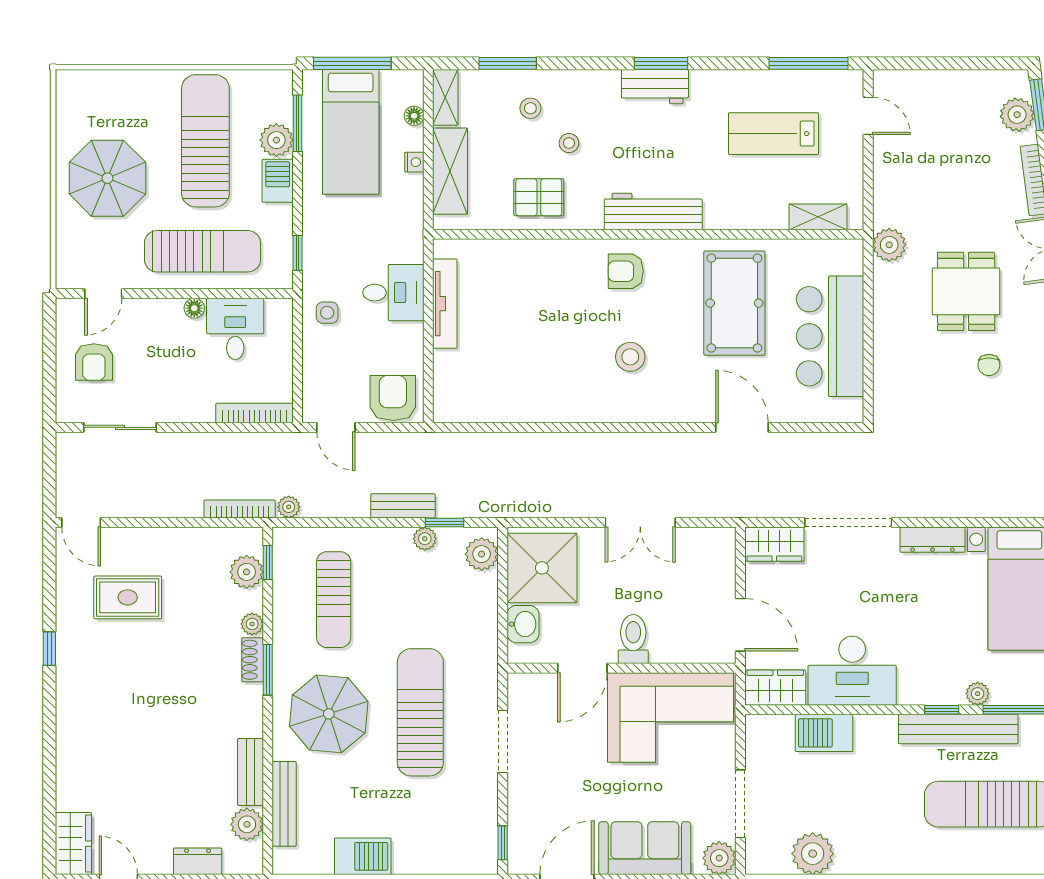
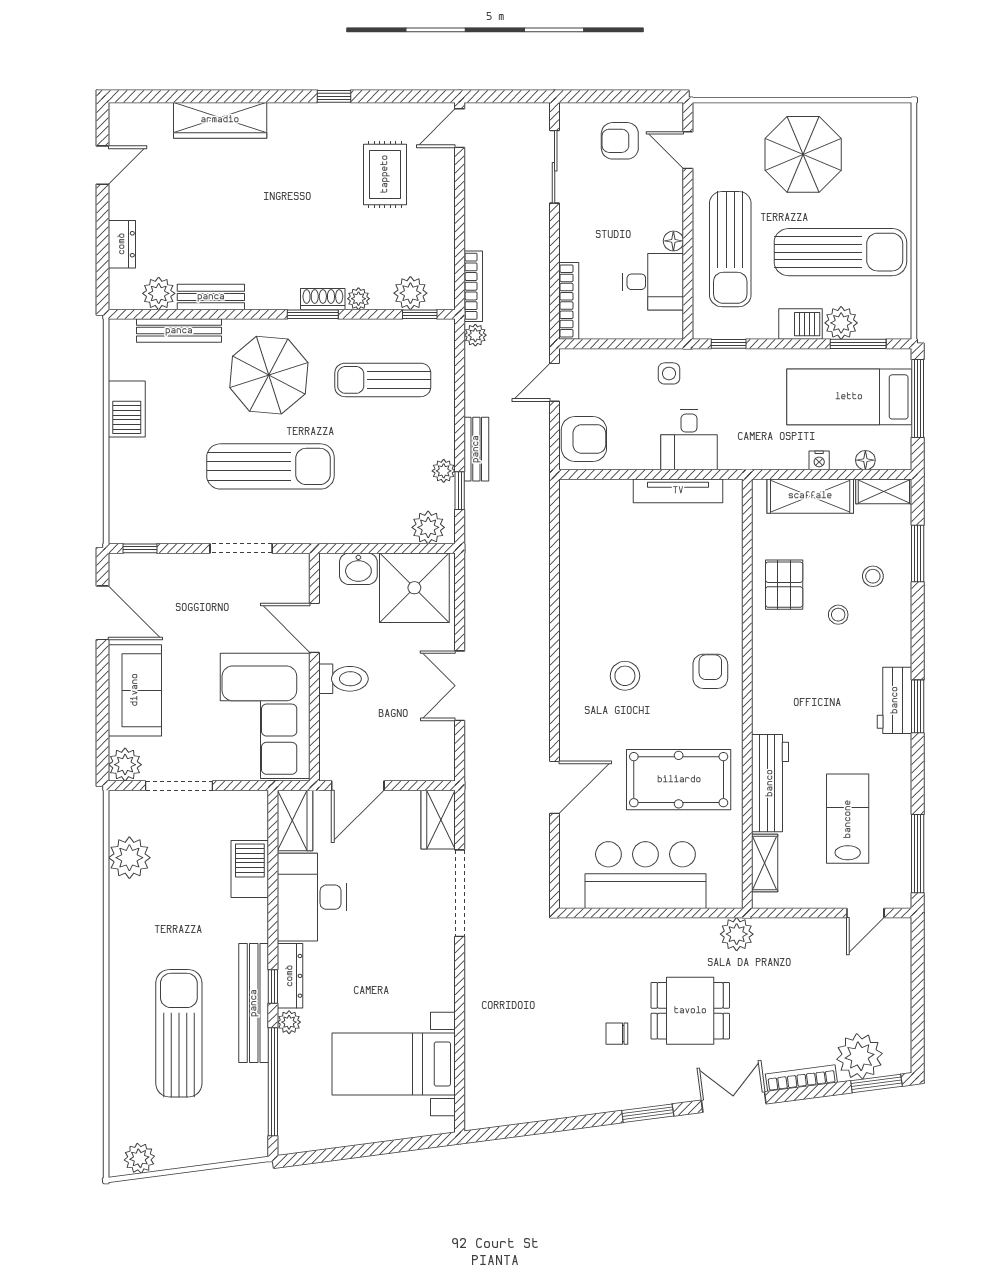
plant: (1017, 115) -> (860, 1056), width x1.36, depth x1.36
workbench: (653, 211) -> (770, 783), moved
dresser: (933, 540) -> (290, 976), moved, turned 180
wardrobe: (73, 844) -> (220, 120), moved, width x1.50

